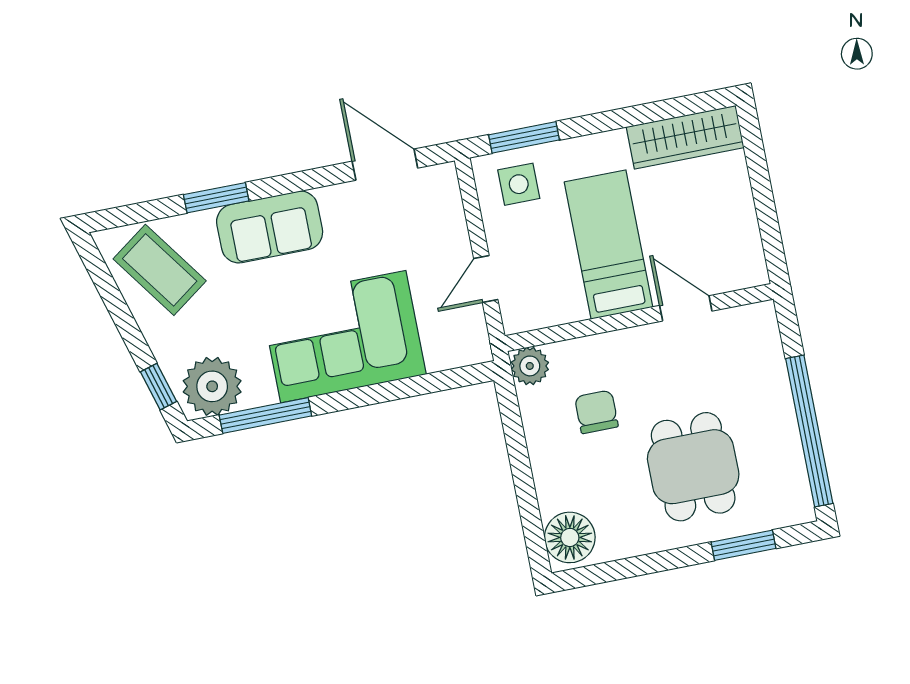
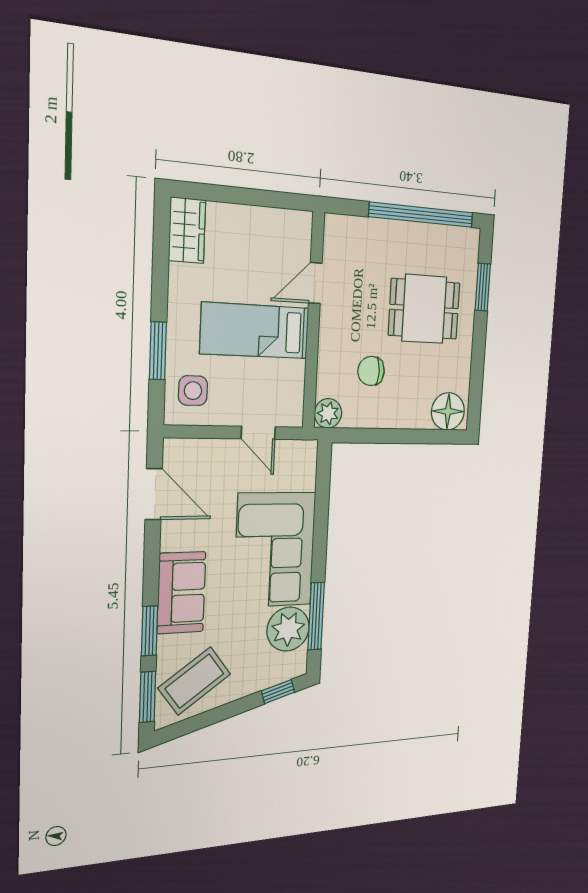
window: (524, 137) -> (158, 351), moved
wardrobe: (685, 137) -> (187, 230), width x0.67
door: (385, 165) -> (154, 494), swing flipped
window: (133, 214) -> (148, 697), added
plant: (212, 386) -> (288, 629), moved

